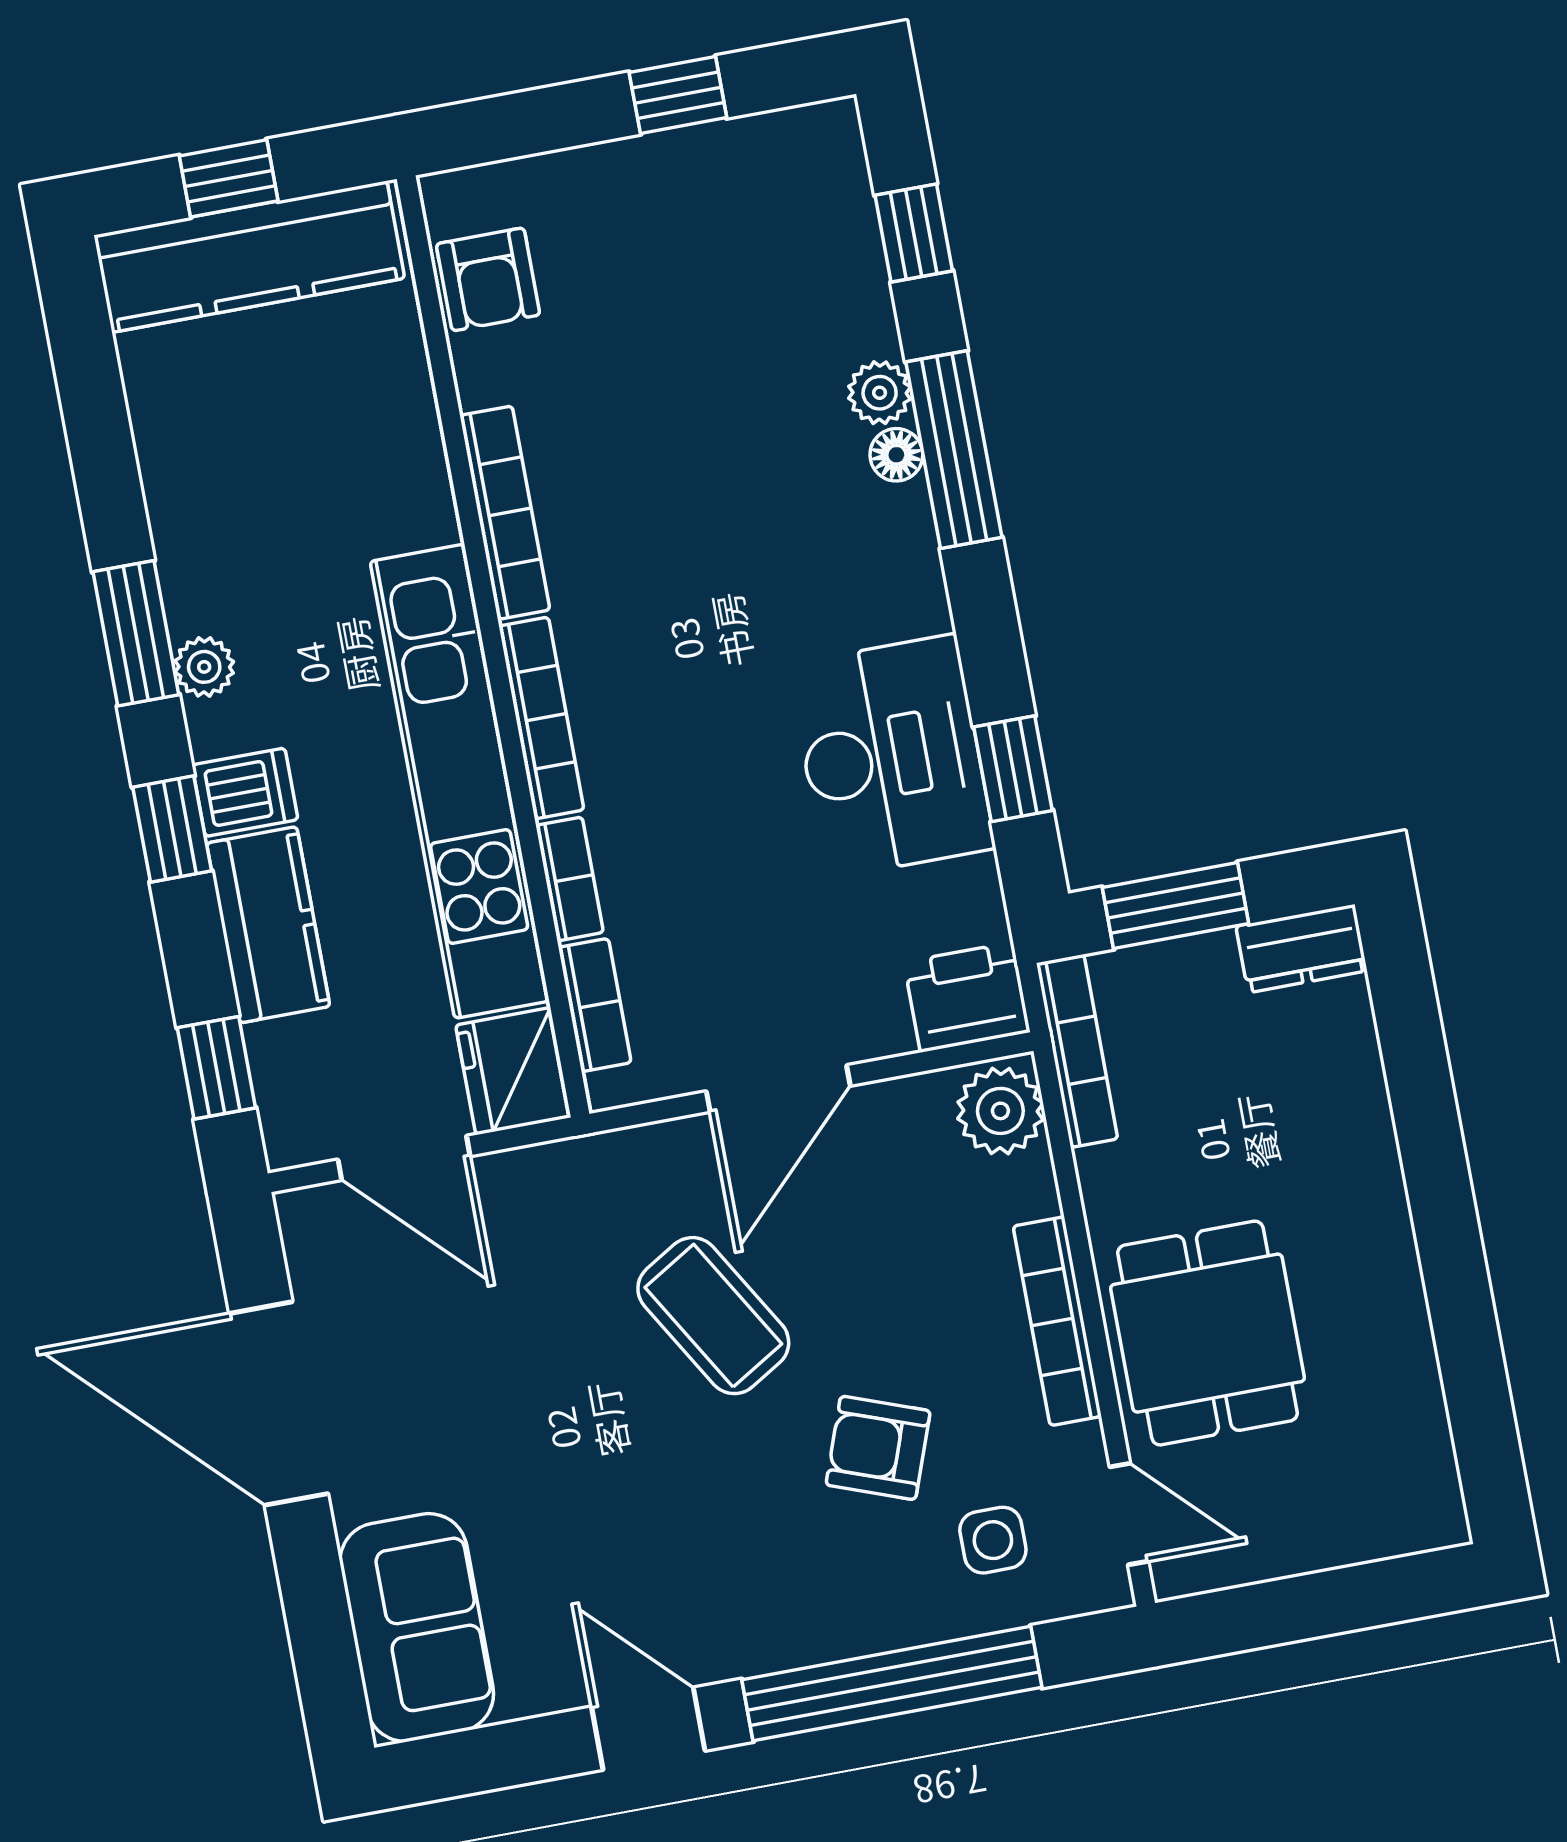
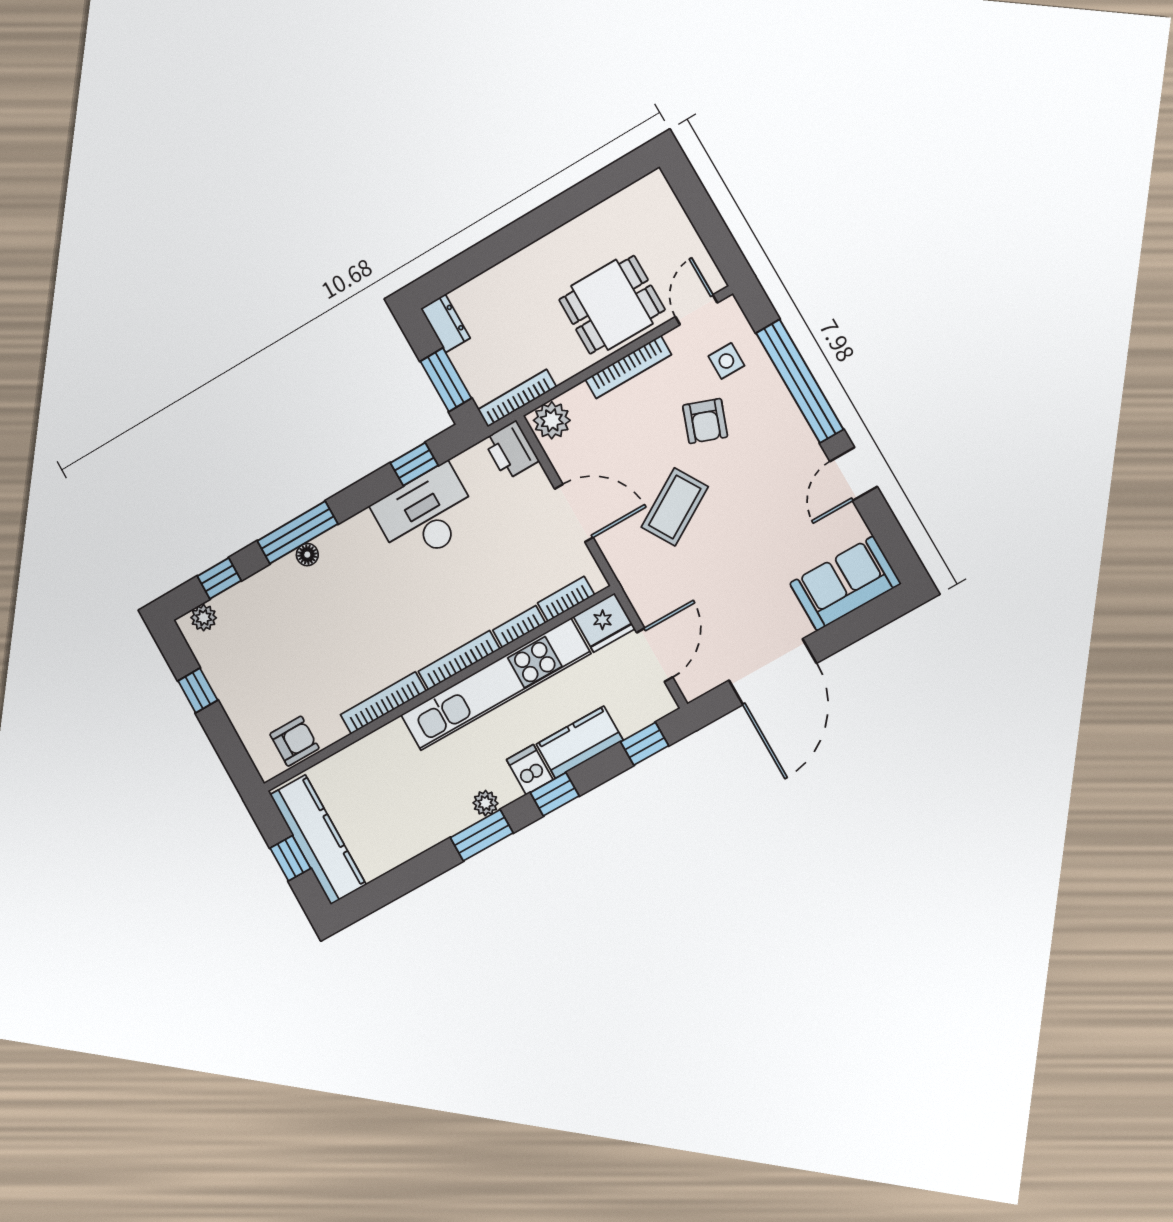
plant: (880, 393) -> (204, 618), moved

